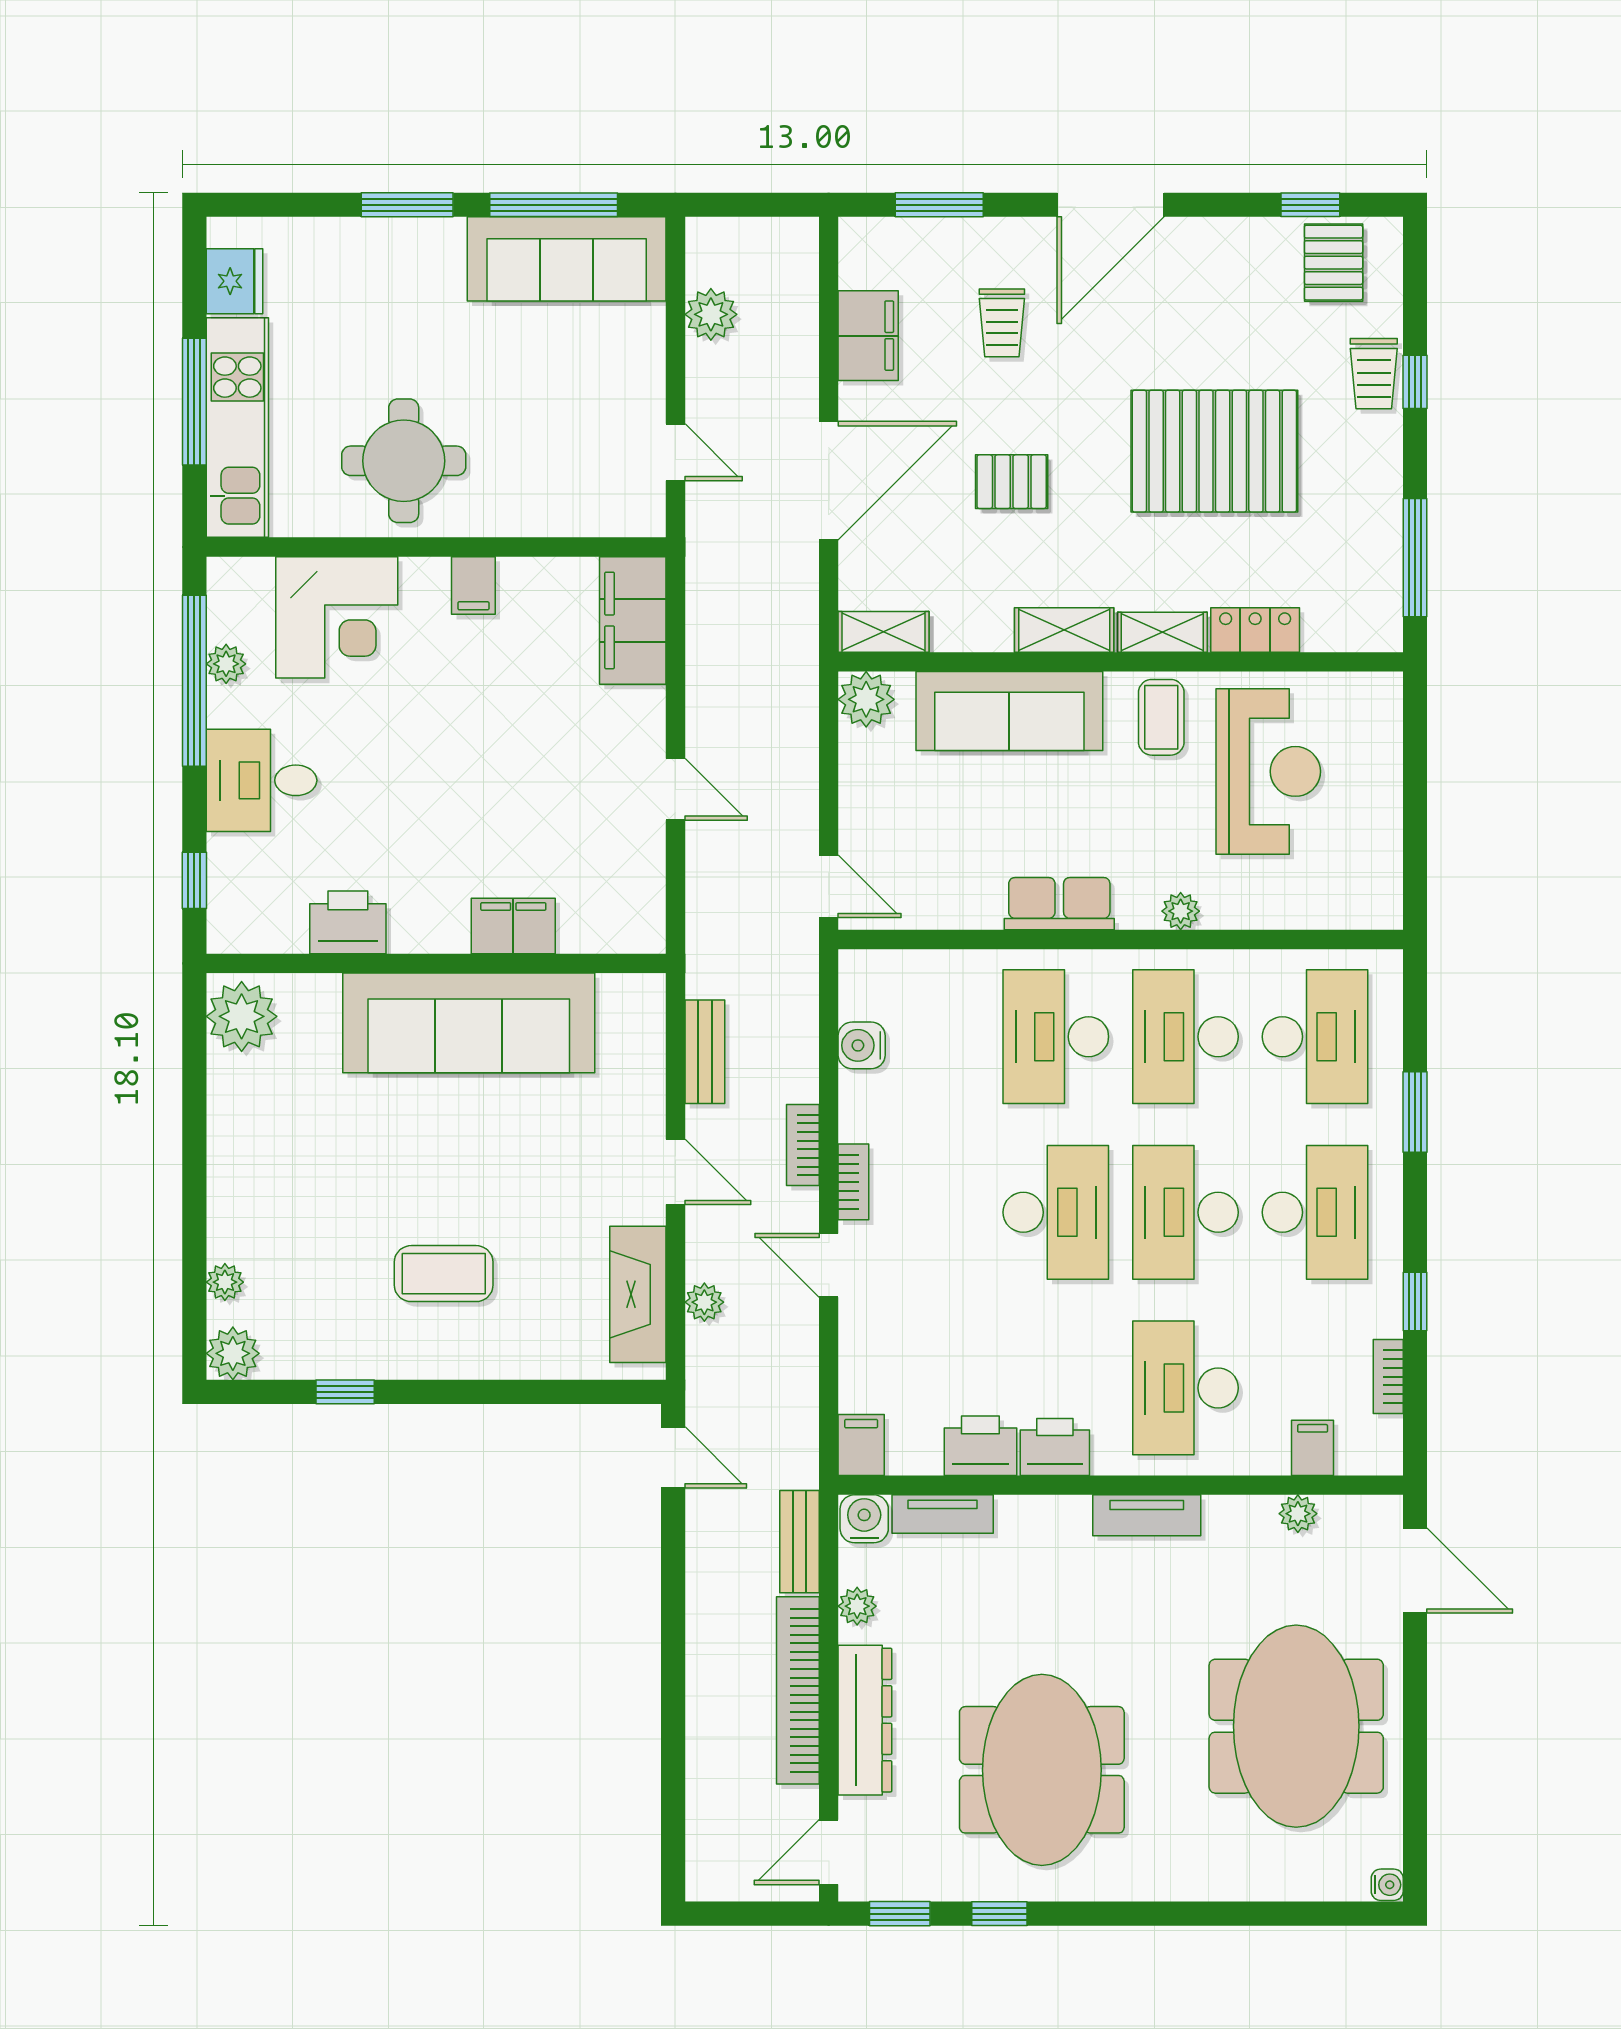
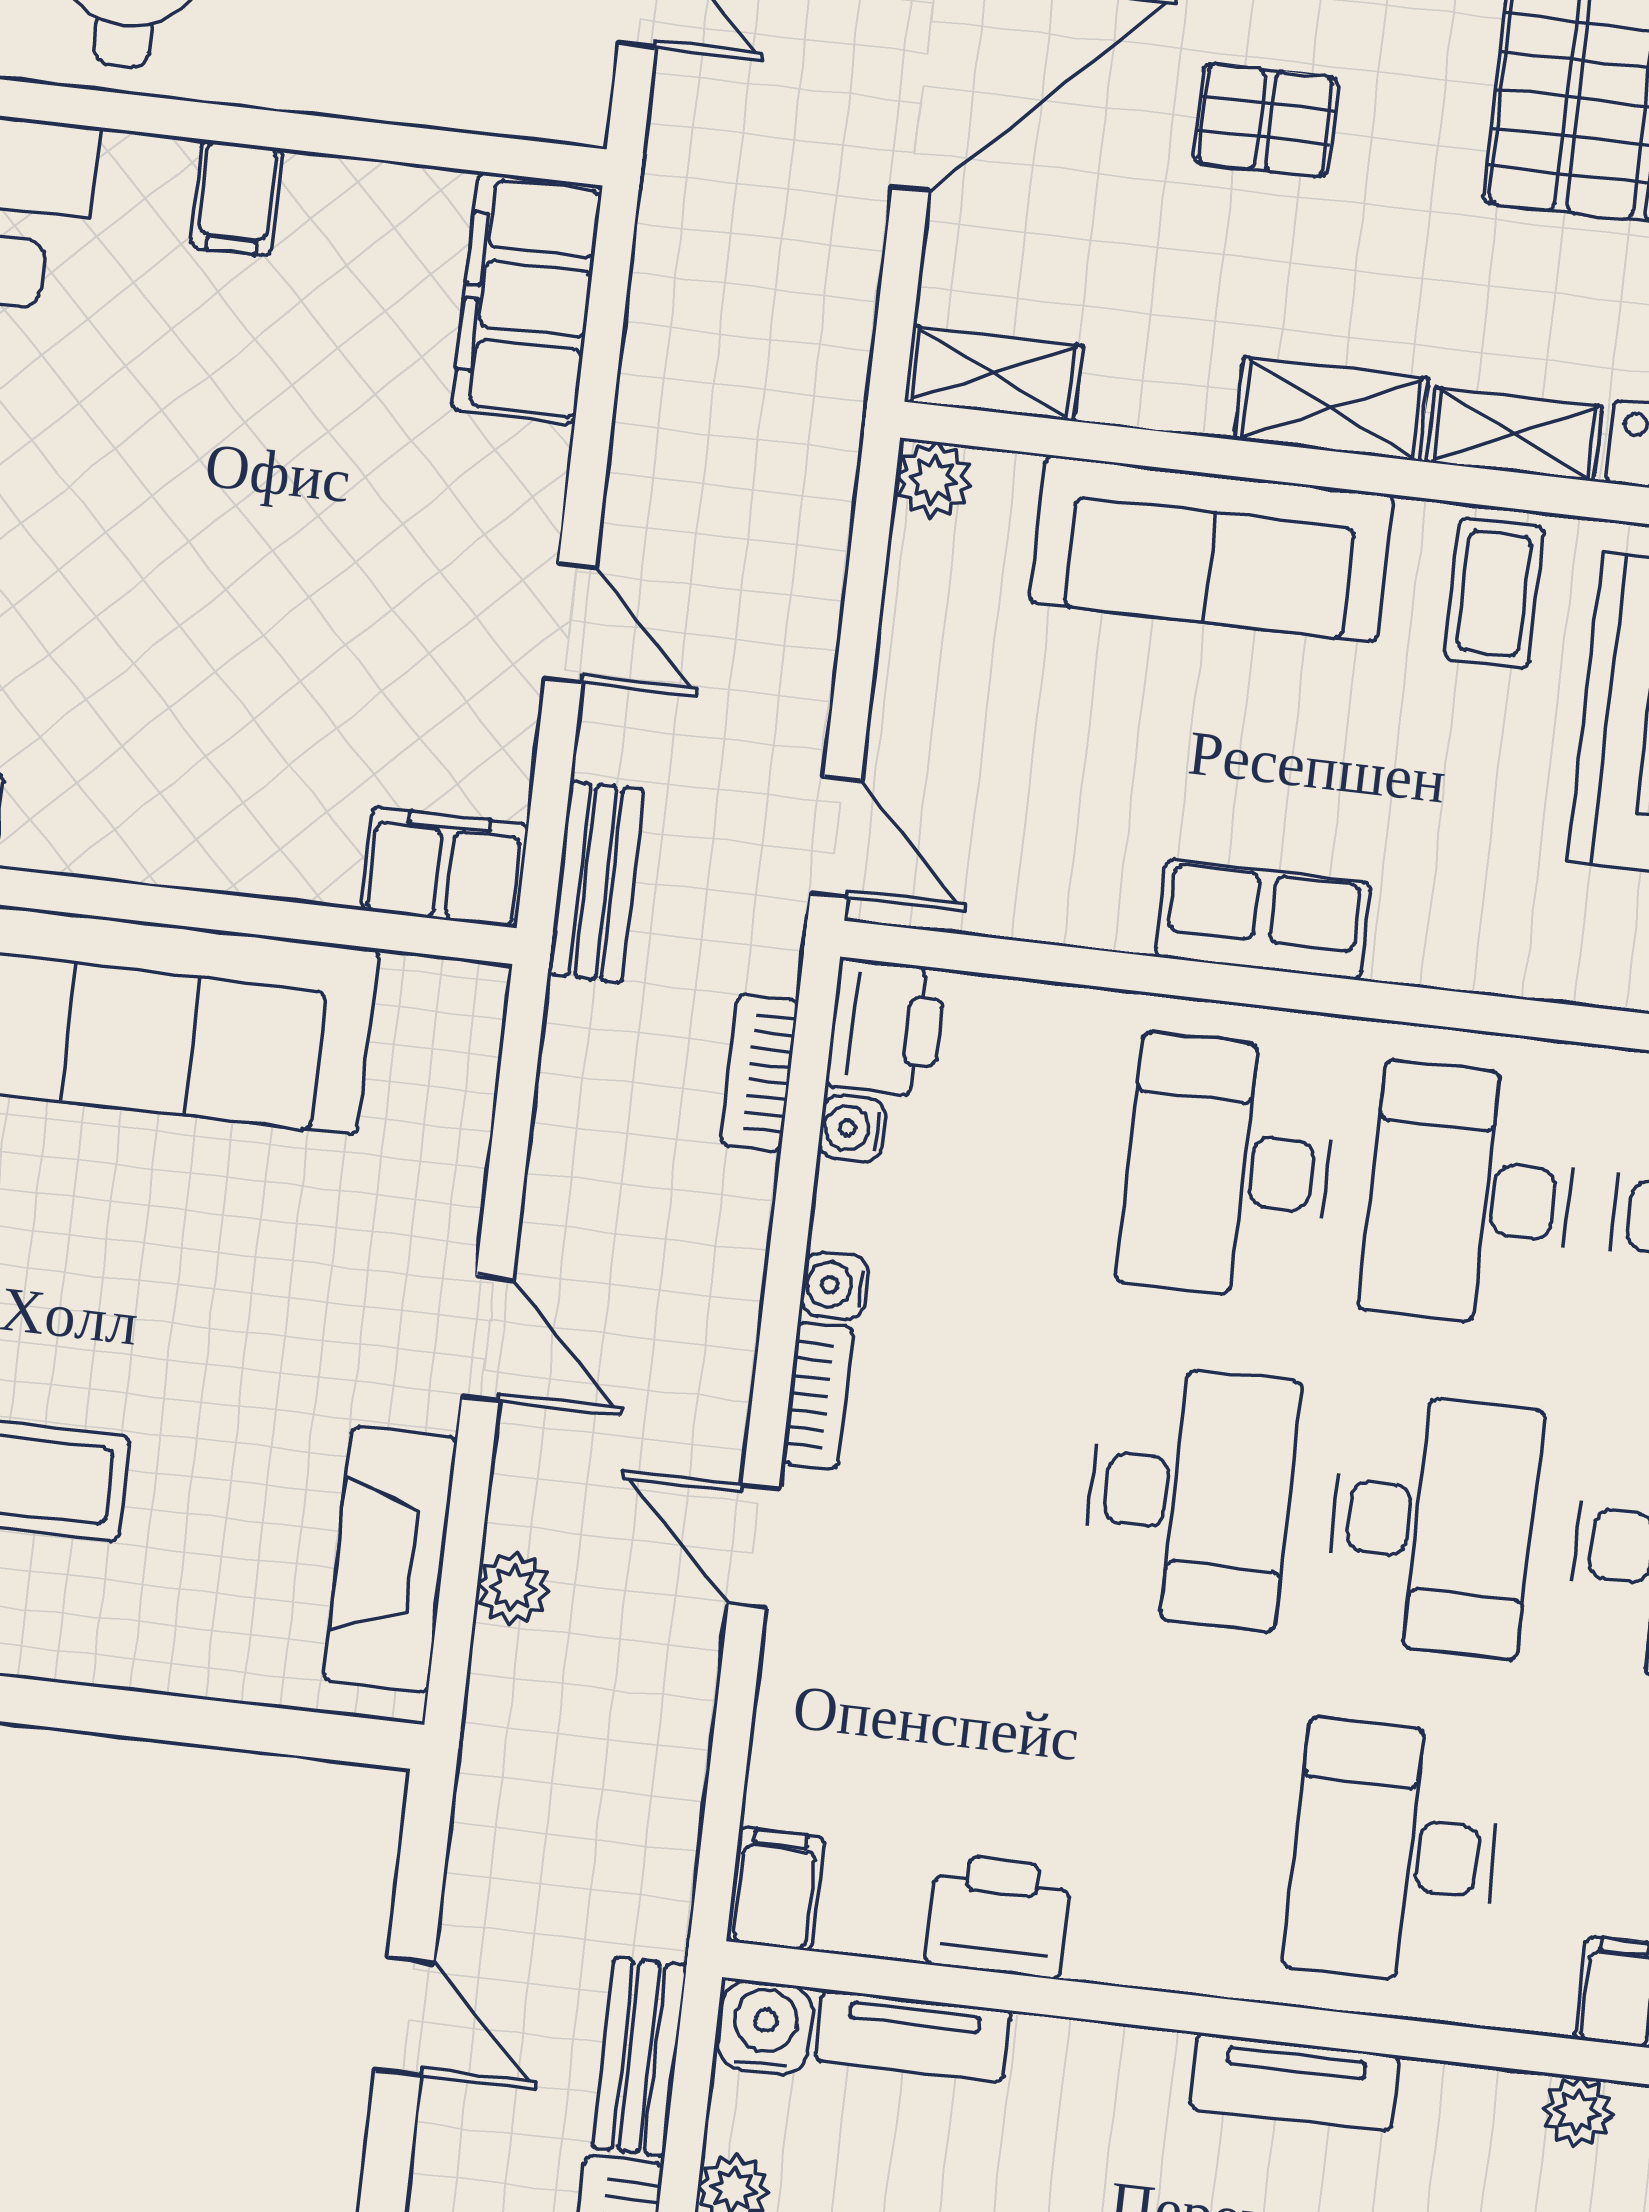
plant: (866, 699) -> (934, 480), width x0.73, depth x0.73
plant: (1181, 911) -> (1488, 960), removed
filing cabinet: (513, 926) -> (445, 867), moved
water cooler: (862, 1045) -> (852, 1128), width x0.72, depth x0.72
bench: (705, 1052) -> (596, 882), moved
water cooler: (856, 1123) -> (835, 1285), added
bookcase: (803, 1145) -> (759, 1073), moved
desk: (1185, 1212) -> (1432, 1524), turned 180
printer: (1055, 1447) -> (886, 1027), moved, turned 90
door: (673, 1457) -> (404, 2016), moved

